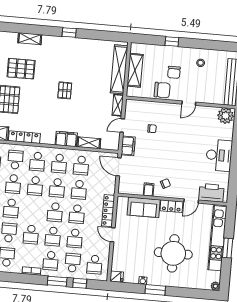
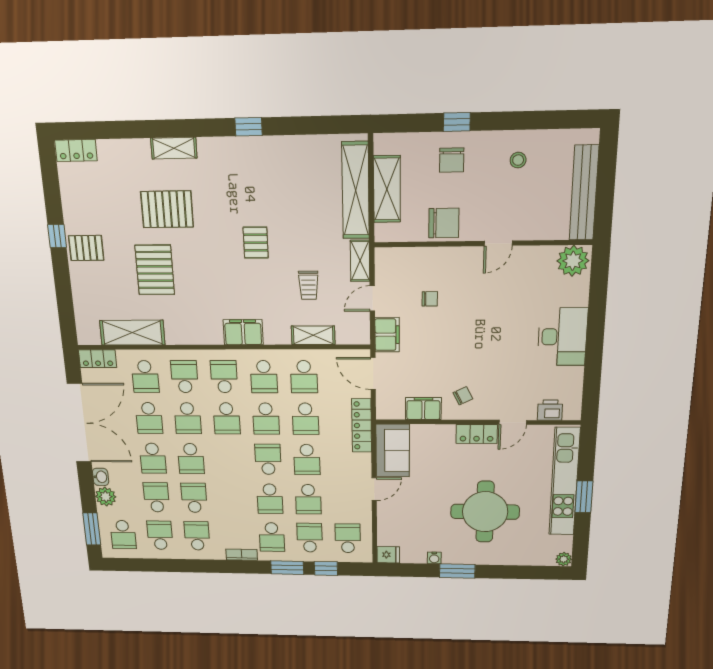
chair: (174, 72) -> (452, 160), moved
trolley: (90, 115) -> (308, 285), added
locker: (24, 137) -> (194, 336), removed
filing cabinet: (66, 139) -> (243, 332), moved
school desk: (37, 162) -> (224, 377), turned 180
filing cabinet: (149, 190) -> (423, 409), width x2.00
printer: (211, 193) -> (550, 410), width x0.53, depth x0.68
sofa: (144, 207) -> (393, 451), moved, turned -90
locker: (108, 211) -> (362, 426), moved
school desk: (55, 212) -> (268, 459), turned 180
school desk: (31, 235) -> (232, 498), removed
door: (113, 235) -> (374, 489), swing flipped
school desk: (95, 265) -> (348, 538), turned 180

